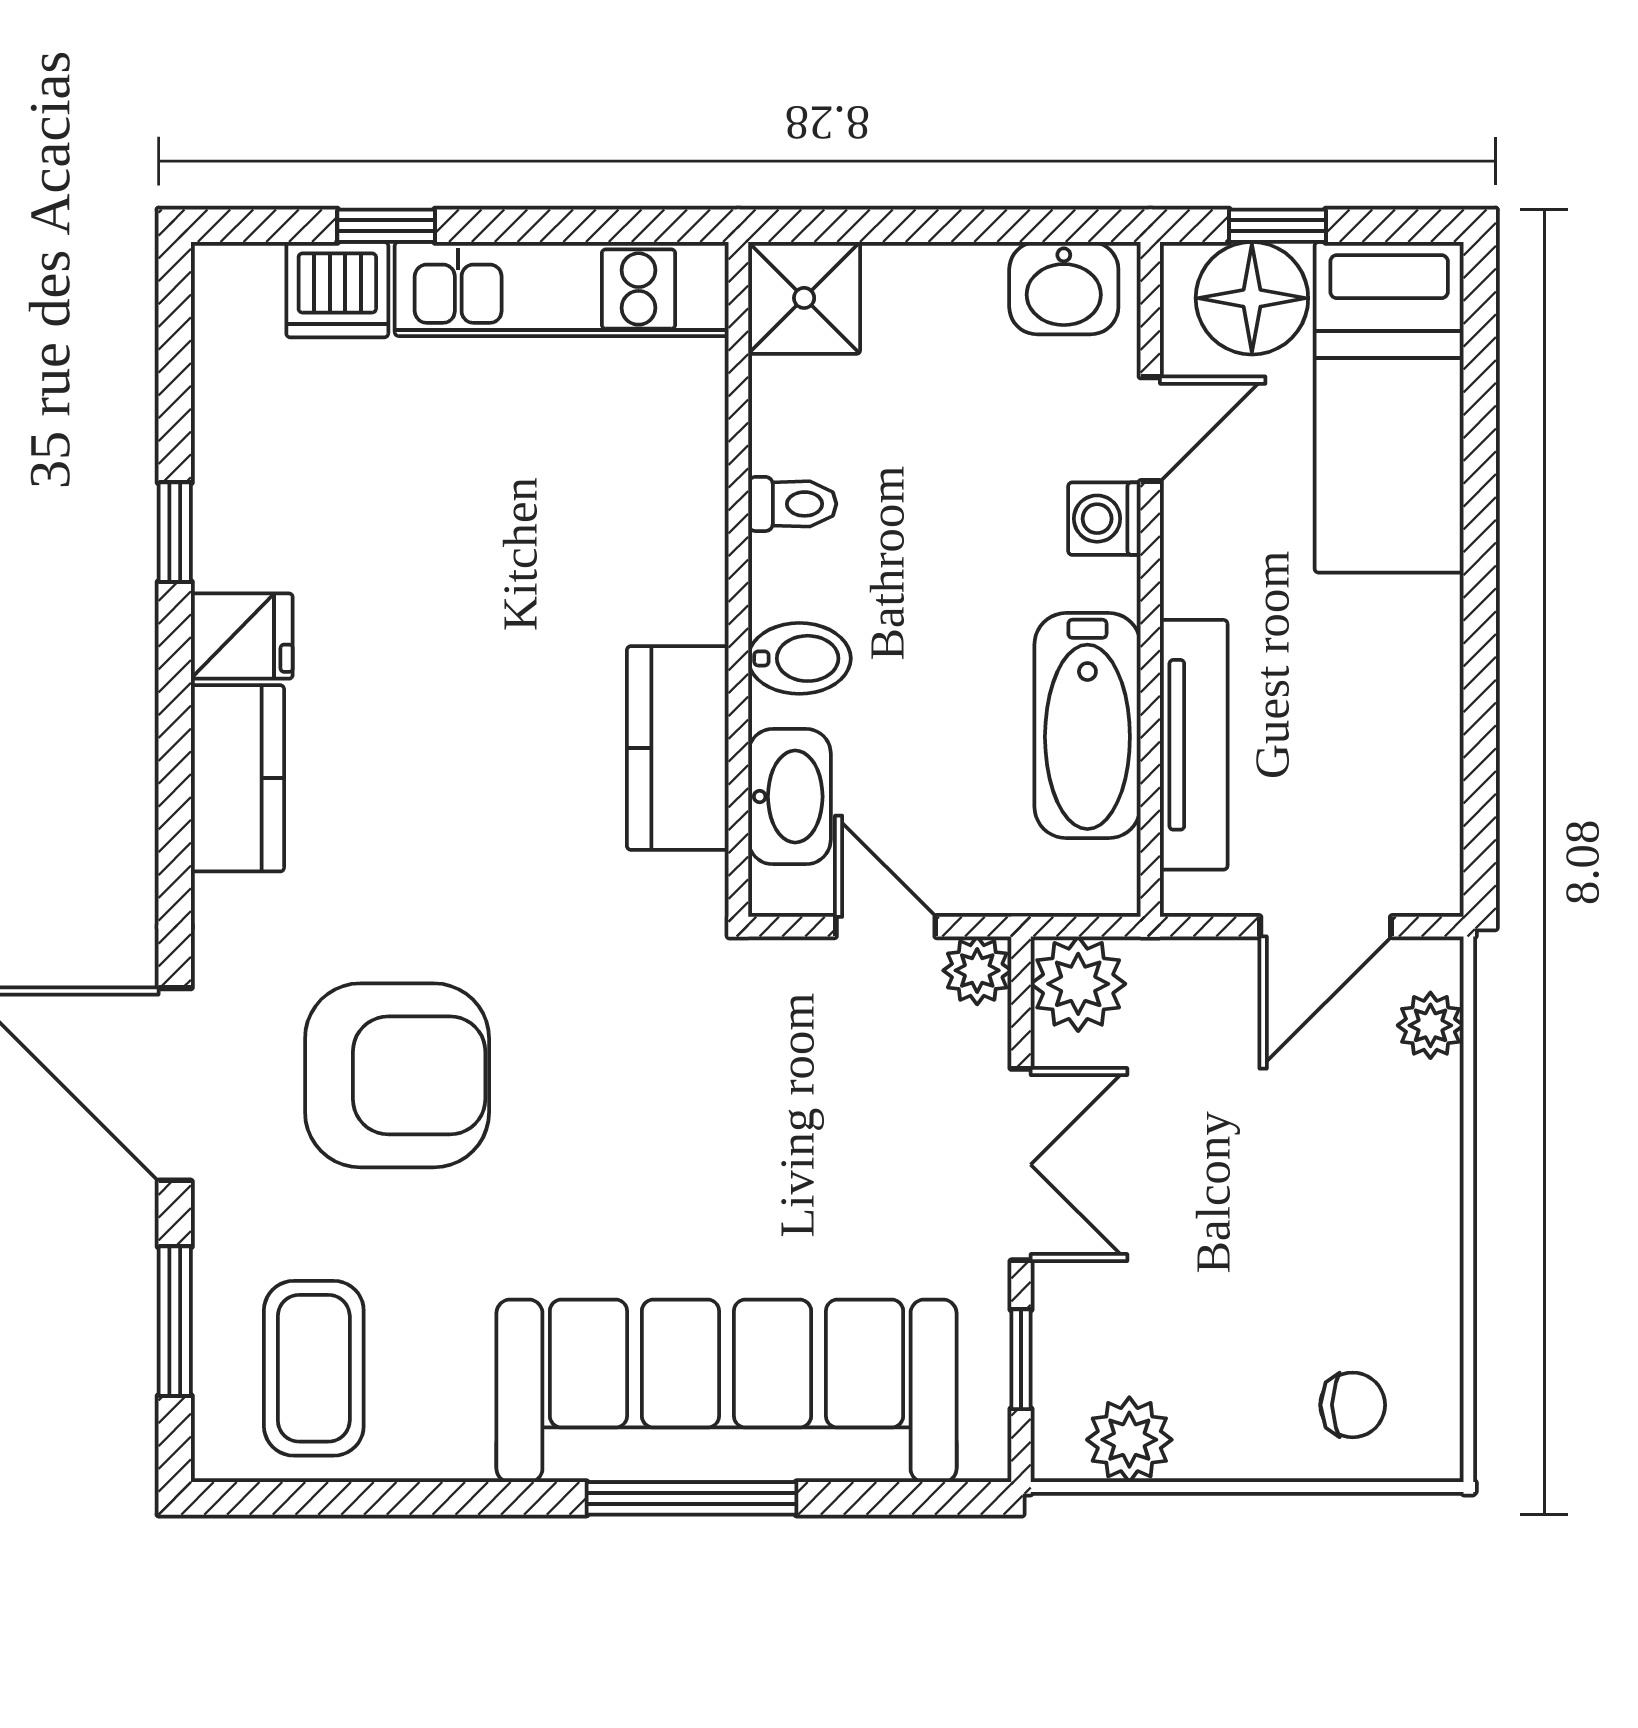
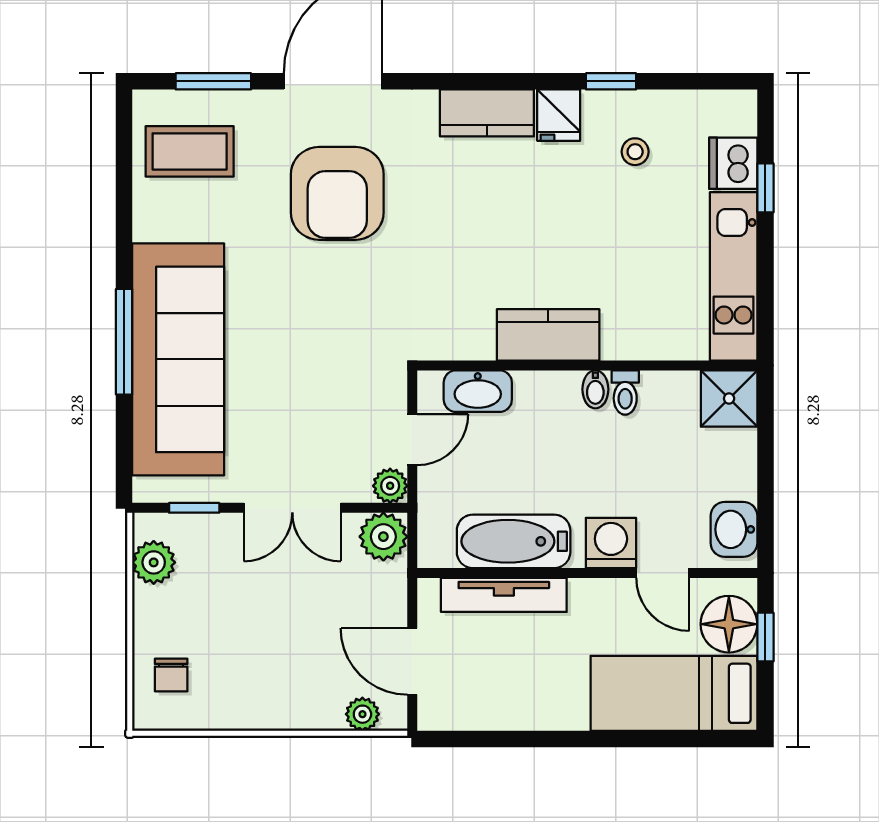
stool: (314, 484) -> (635, 152), added
washing machine: (1104, 519) -> (611, 543), width x1.38, depth x1.38
bidet: (799, 658) -> (595, 389), moved, width x0.72, depth x0.74
kitchen counter: (678, 748) -> (548, 335), moved

